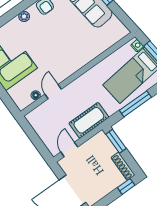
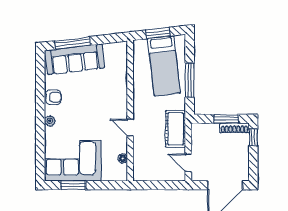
nightstand: (137, 46) -> (142, 44), removed
door: (53, 92) -> (130, 128), moved
window: (116, 141) -> (226, 119), moved

